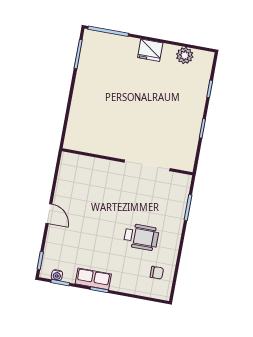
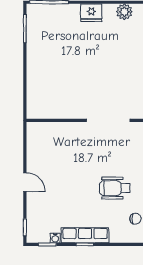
wheelchair: (141, 237) -> (115, 188), turned 180
water cooler: (57, 275) -> (55, 238), moved
row of seats: (93, 279) -> (85, 235), width x1.48

